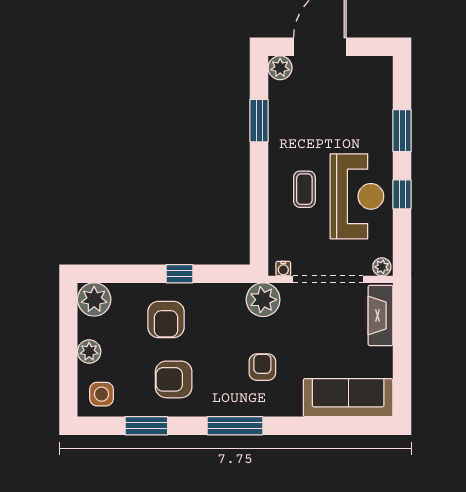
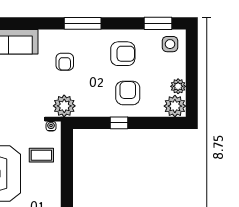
coffee table: (304, 189) -> (41, 155), moved, turned 90
plant: (89, 352) -> (178, 86), moved
window: (146, 426) -> (158, 23), moved

